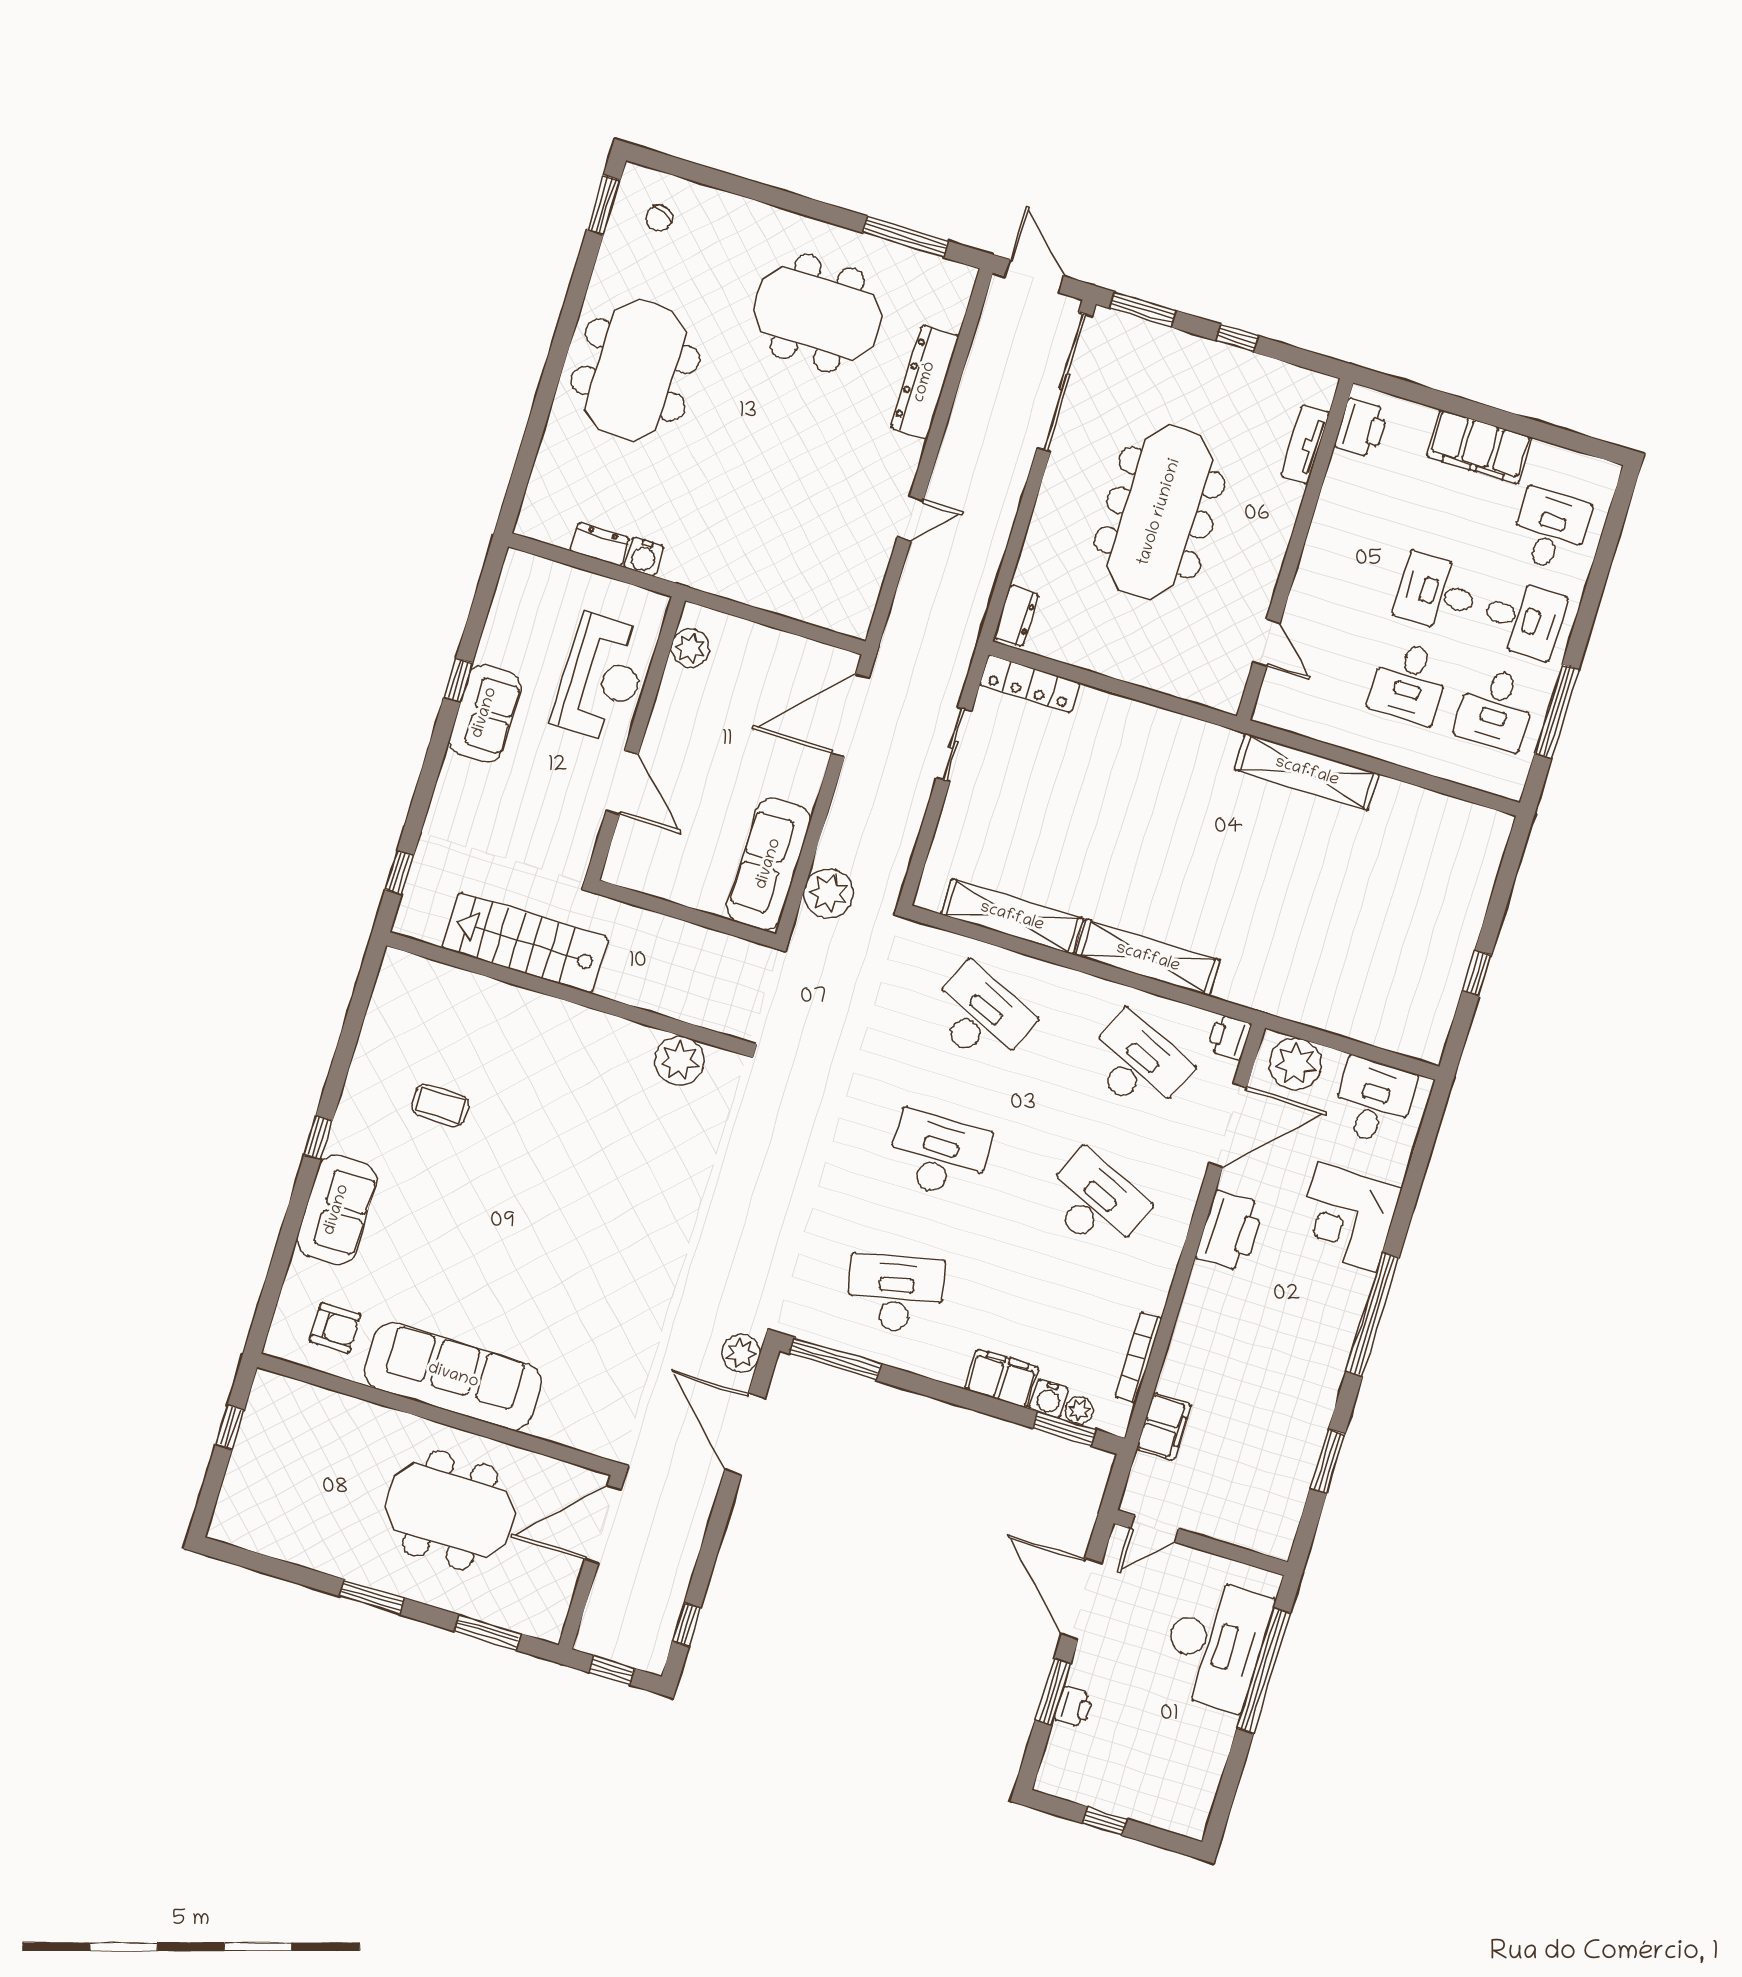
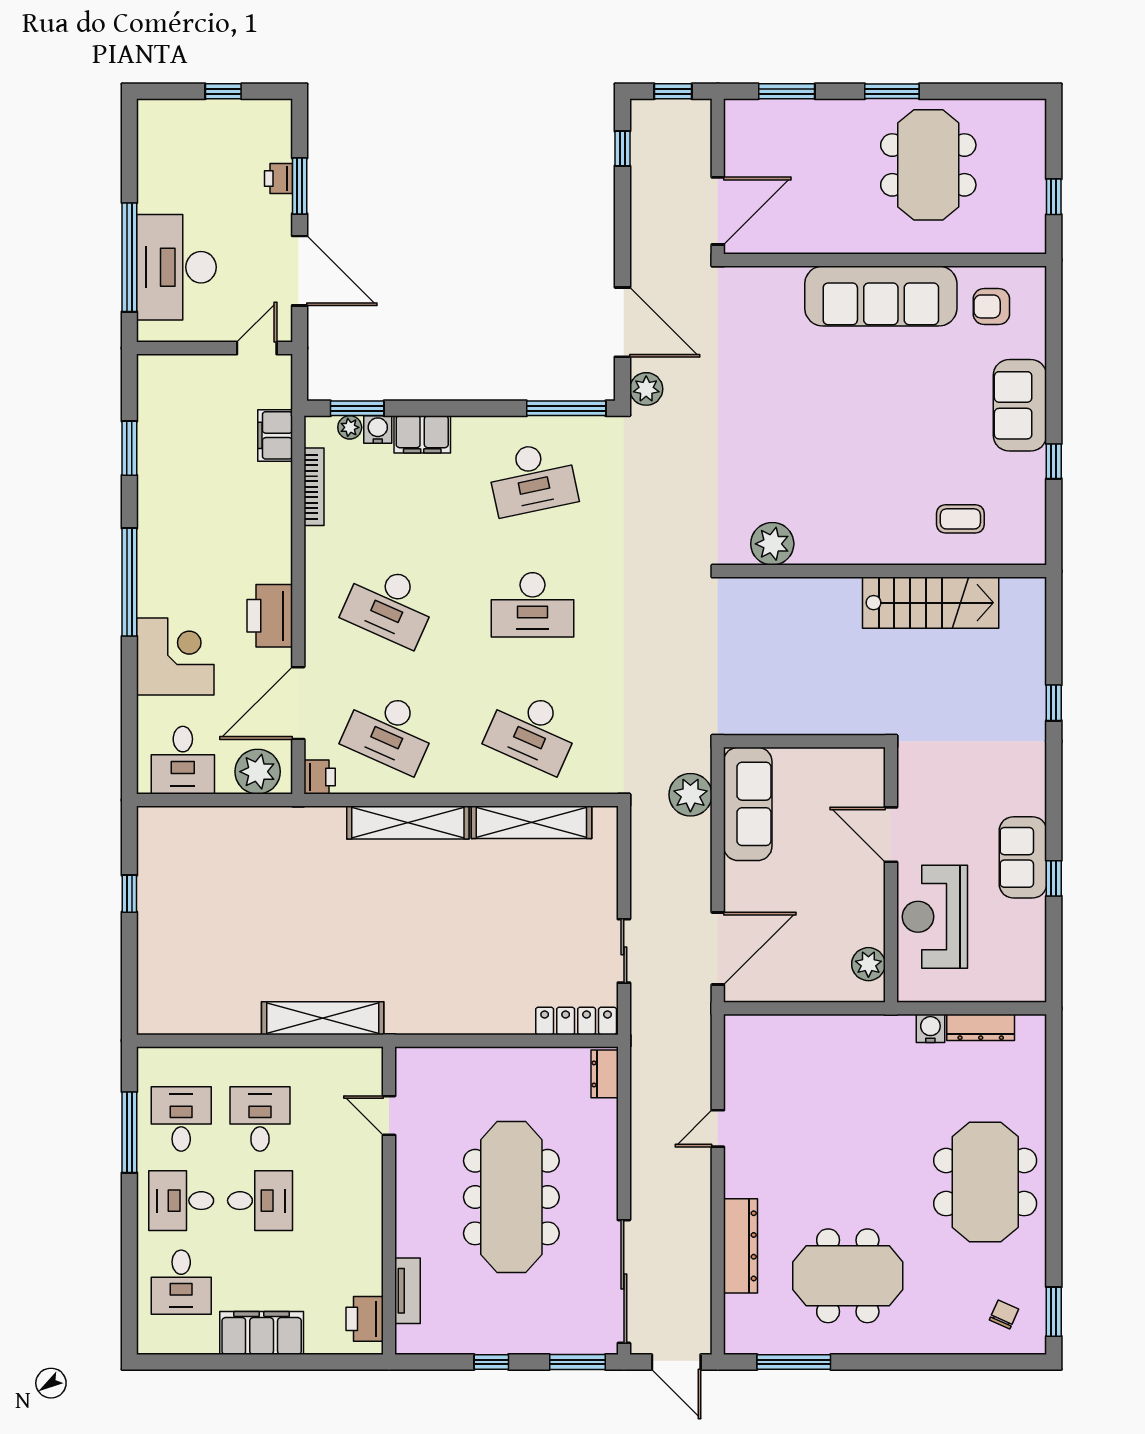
dresser: (600, 544) -> (981, 1027), width x1.44
stairs: (525, 943) -> (931, 603), moved
wall: (565, 993) -> (885, 571), moved
plant: (679, 1061) -> (772, 544), moved
meeting table: (450, 1510) -> (928, 165), moved, turned 90

